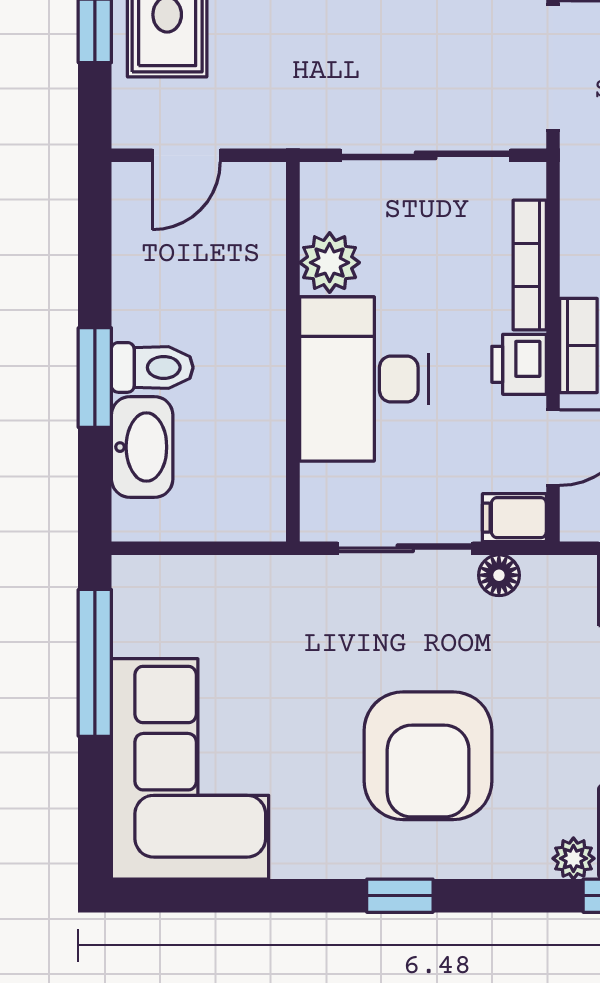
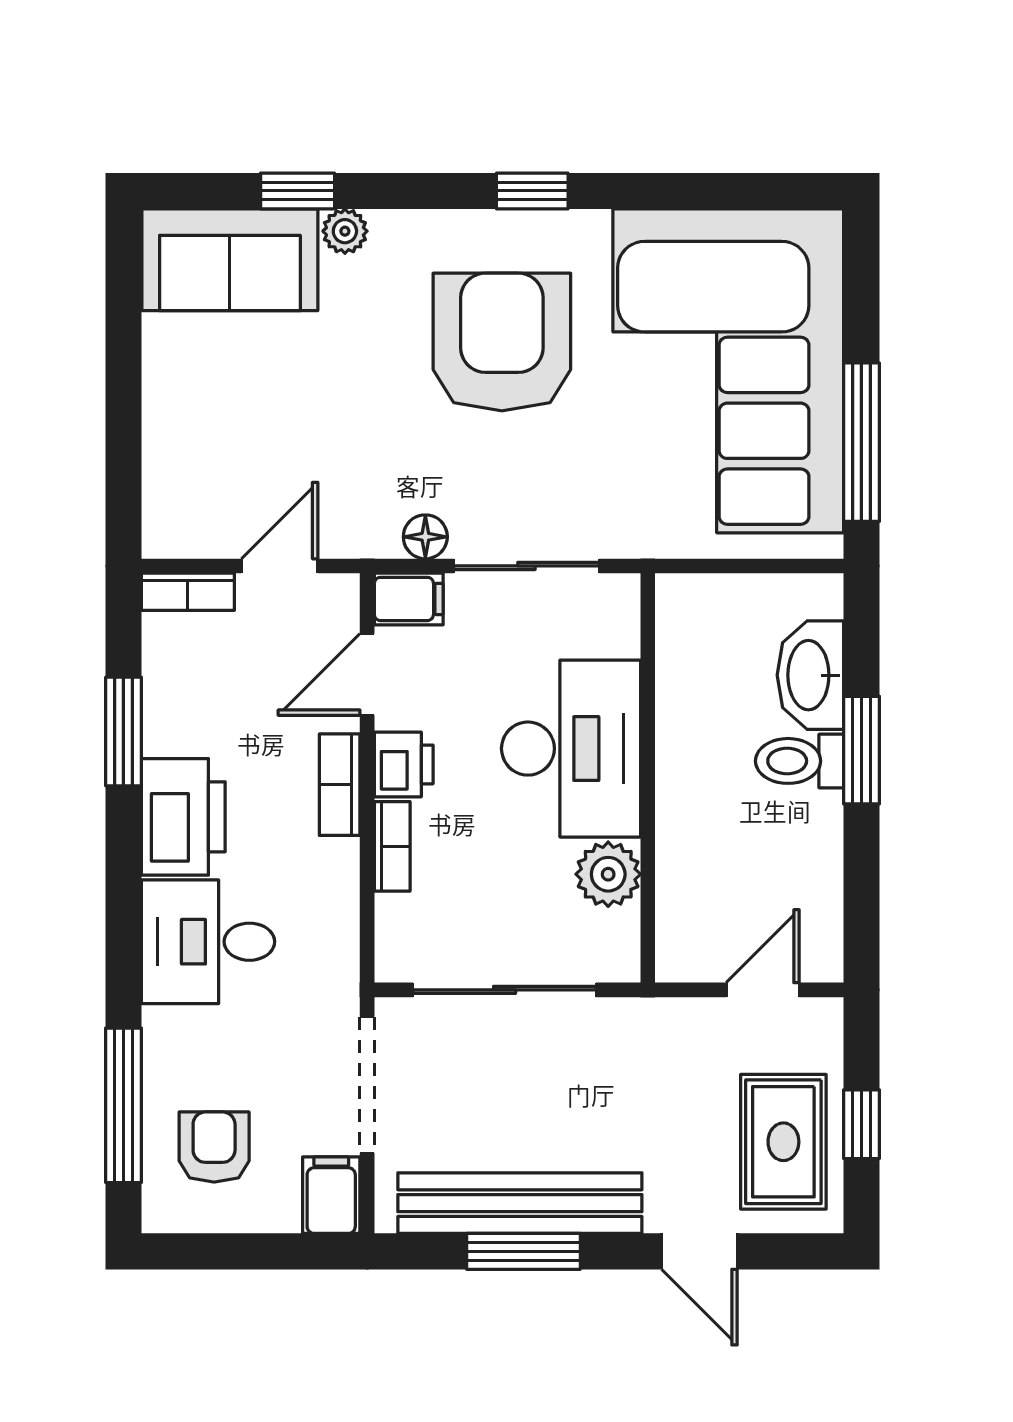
bookcase: (530, 265) -> (392, 846), width x0.64
corner sofa: (190, 769) -> (728, 371), width x1.36, depth x1.36

